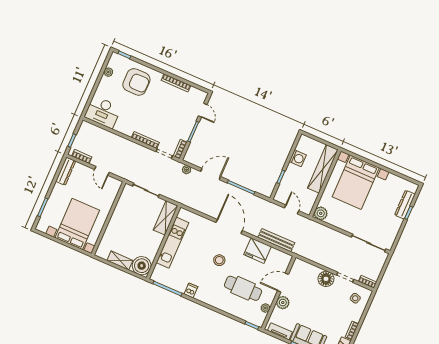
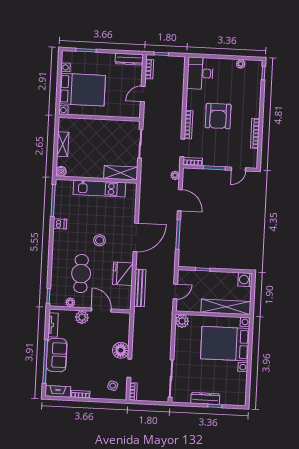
armchair: (136, 82) -> (218, 116), moved
washing machine: (298, 158) -> (245, 280), moved, turned 90
dresser: (405, 205) -> (205, 398), moved
boiler: (142, 266) -> (61, 171), width x0.54, depth x0.54

